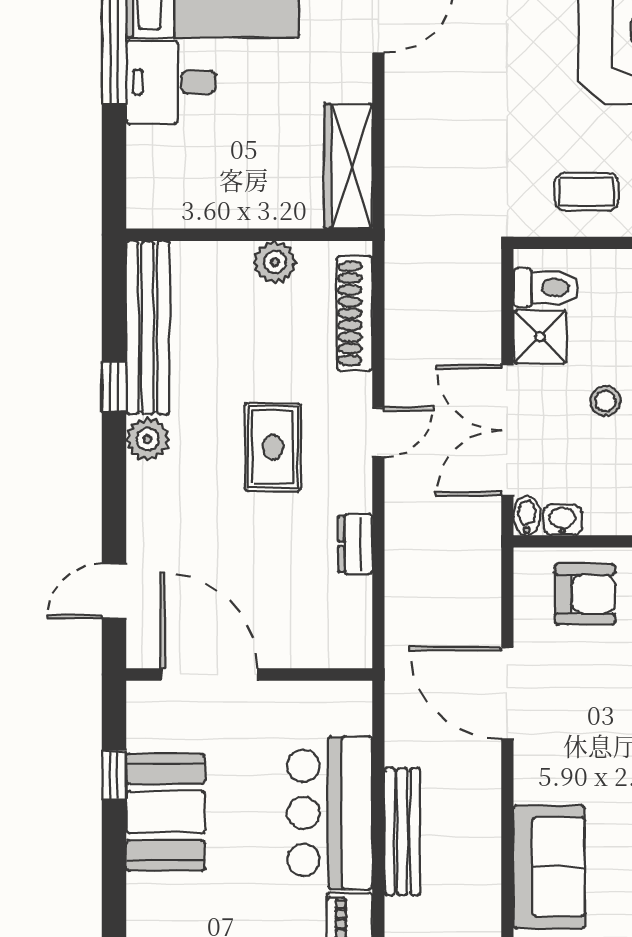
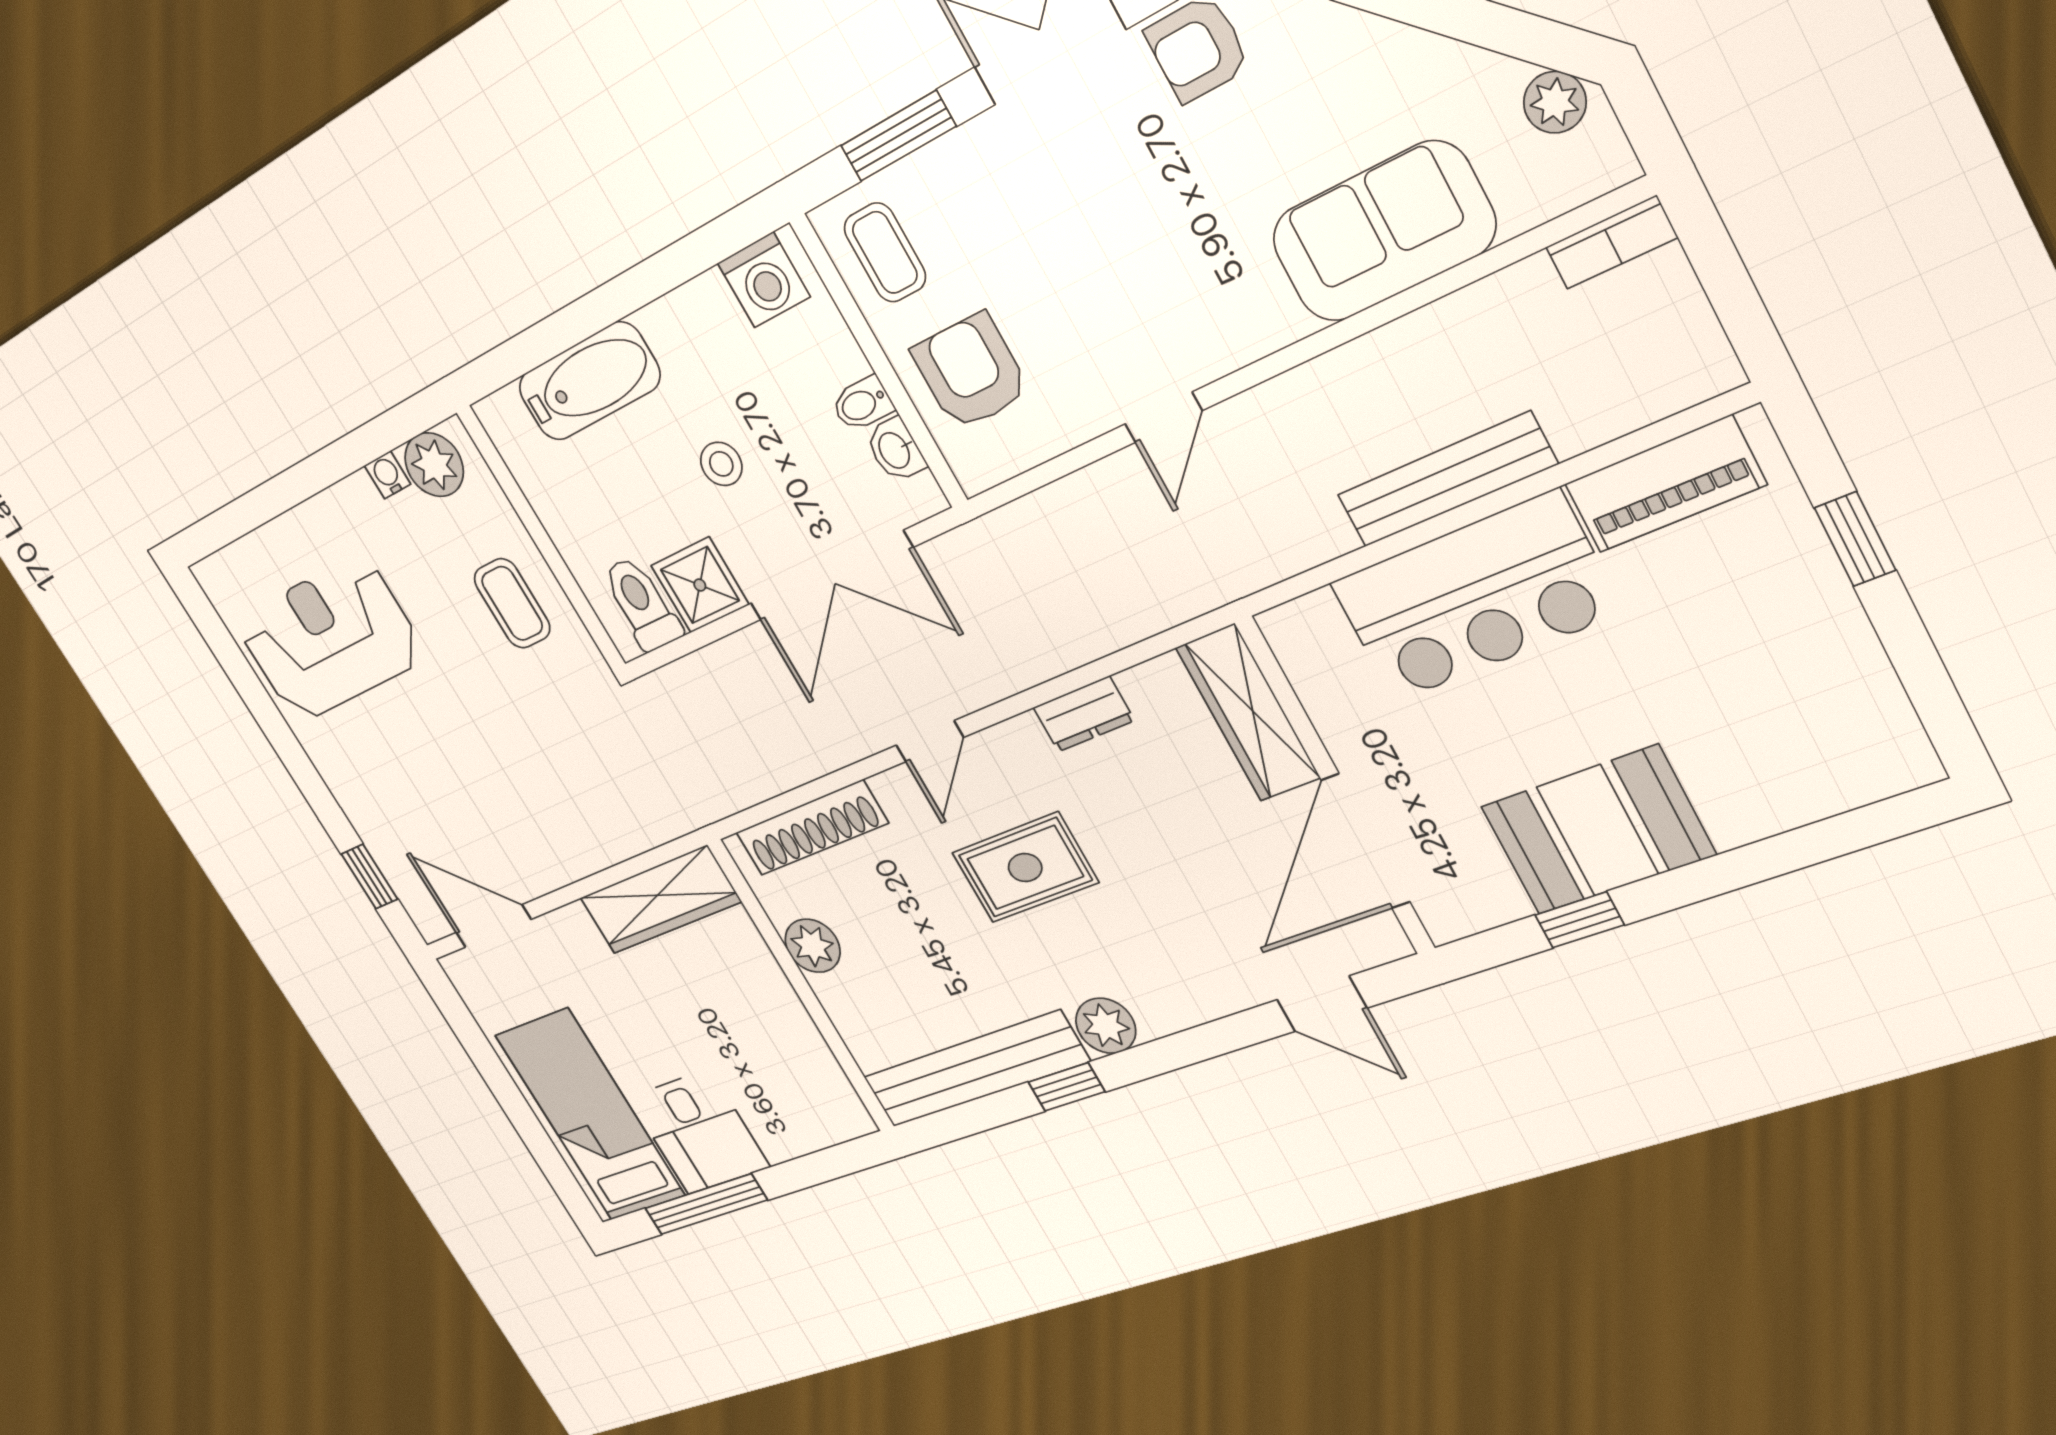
door: (378, 432) -> (930, 741), swing flipped
bidet: (527, 516) -> (862, 404), moved
wardrobe: (315, 646) -> (1248, 713), added
door: (507, 693) -> (1163, 417), width x0.53

